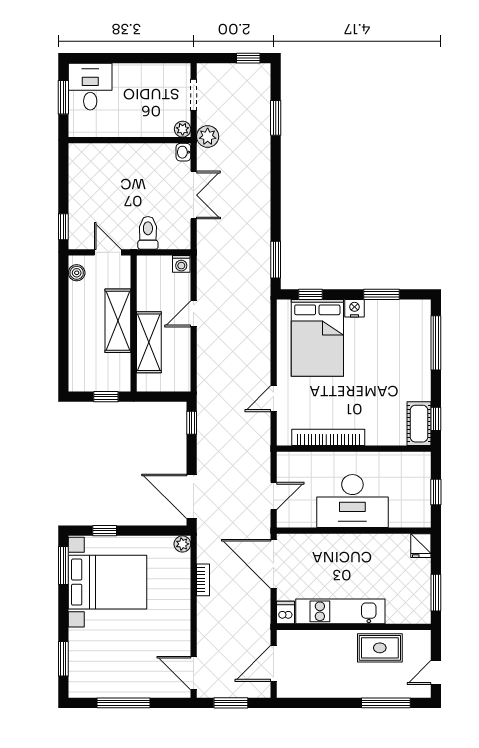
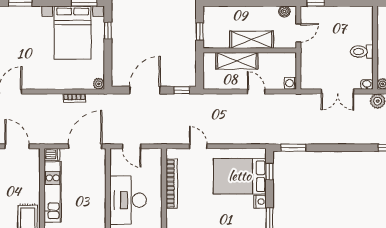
toilet: (148, 233) -> (362, 52), moved, turned 180
door: (192, 496) -> (145, 90), moved

